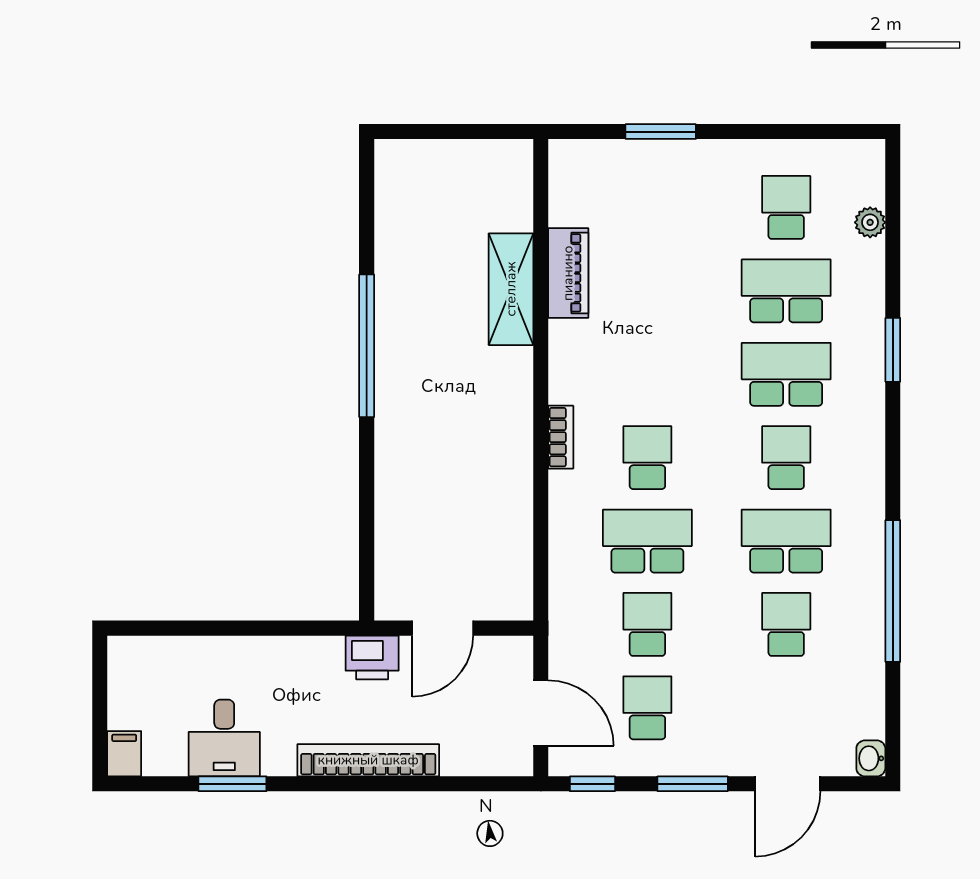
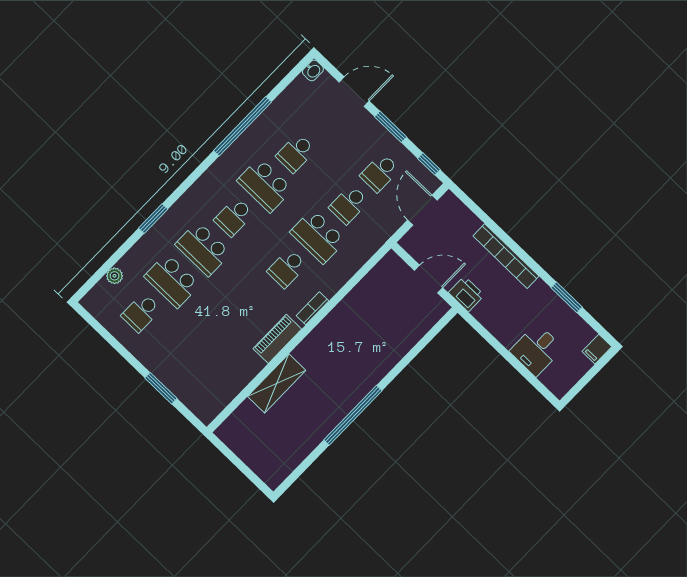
piano: (568, 273) -> (277, 339), moved
desk: (224, 738) -> (536, 350), moved, turned 180

